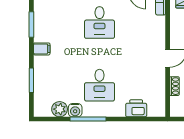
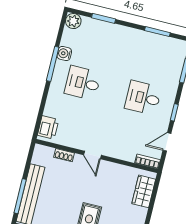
filing cabinet: (42, 49) -> (131, 36), removed
printer: (136, 108) -> (48, 127), moved
plant: (60, 109) -> (73, 21), moved

